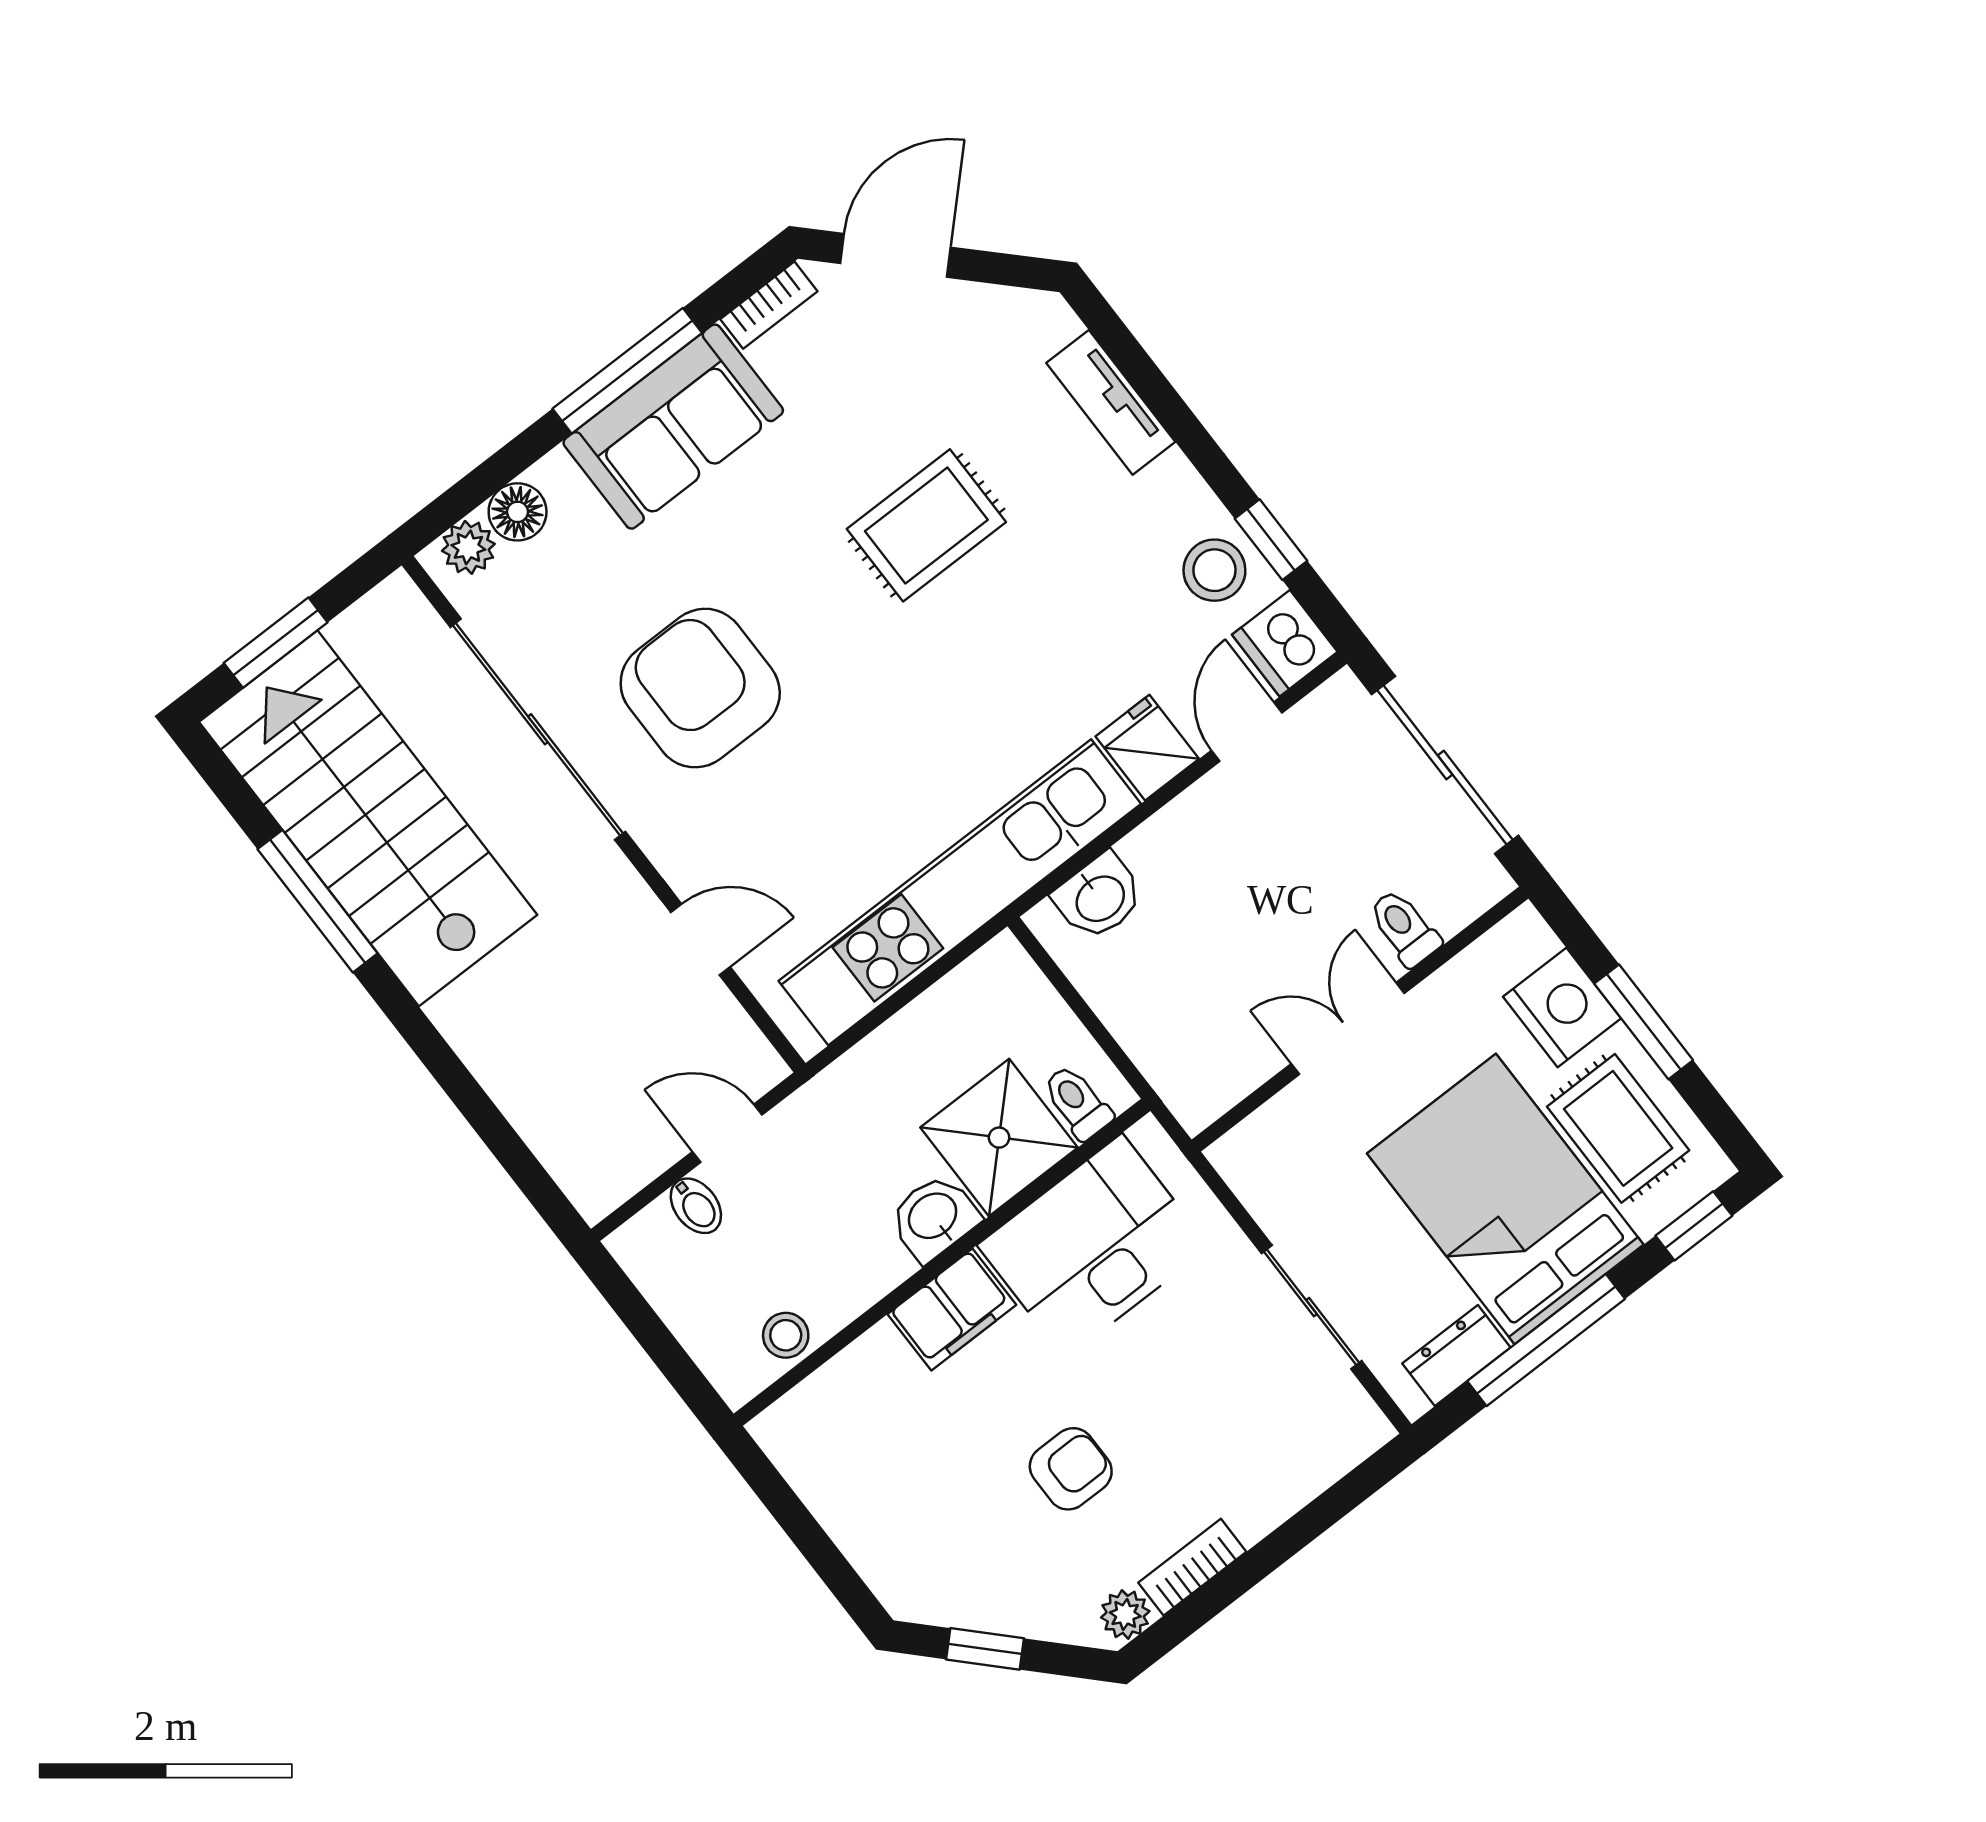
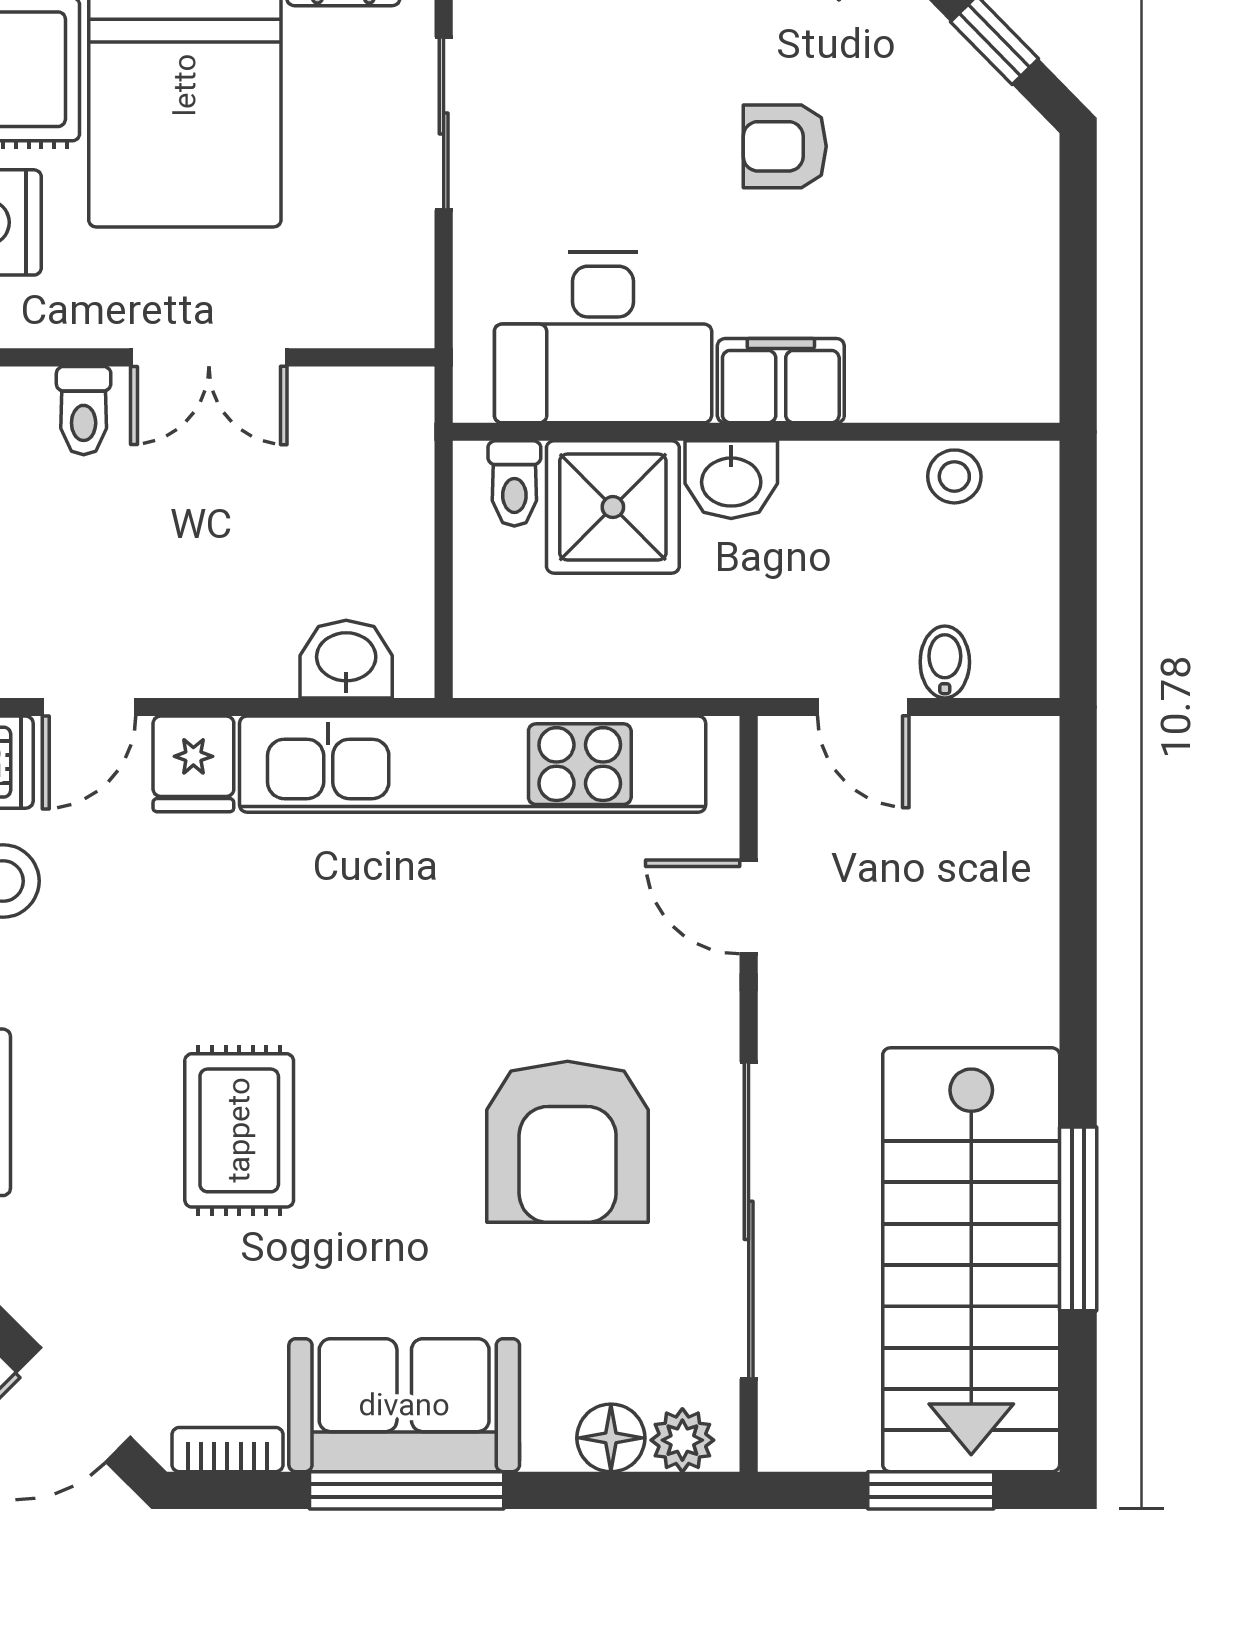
rug: (926, 525) -> (239, 1130), turned 90

